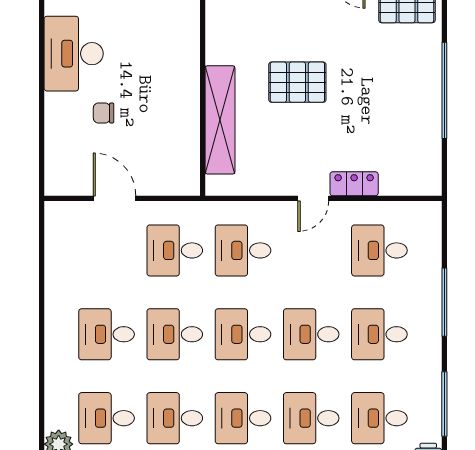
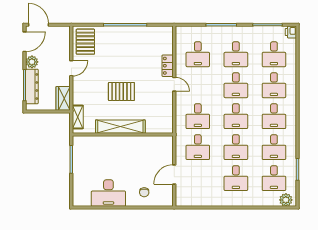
pallet: (297, 82) -> (121, 91), turned 90
chair: (104, 113) -> (144, 192), moved
shelving: (220, 120) -> (120, 127), moved

